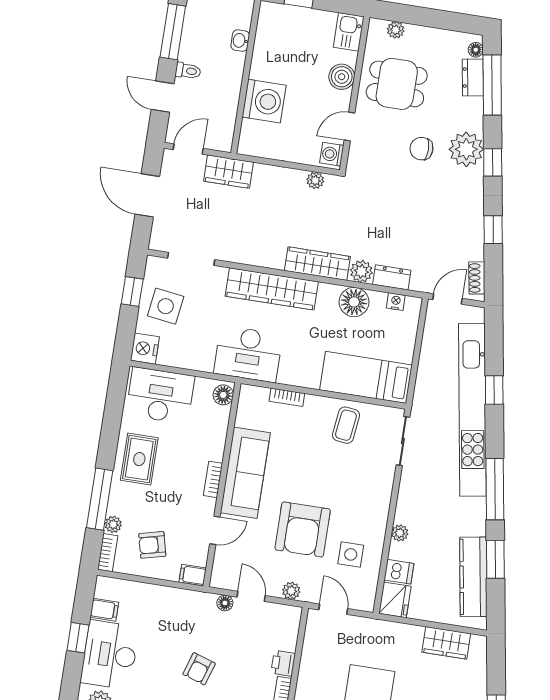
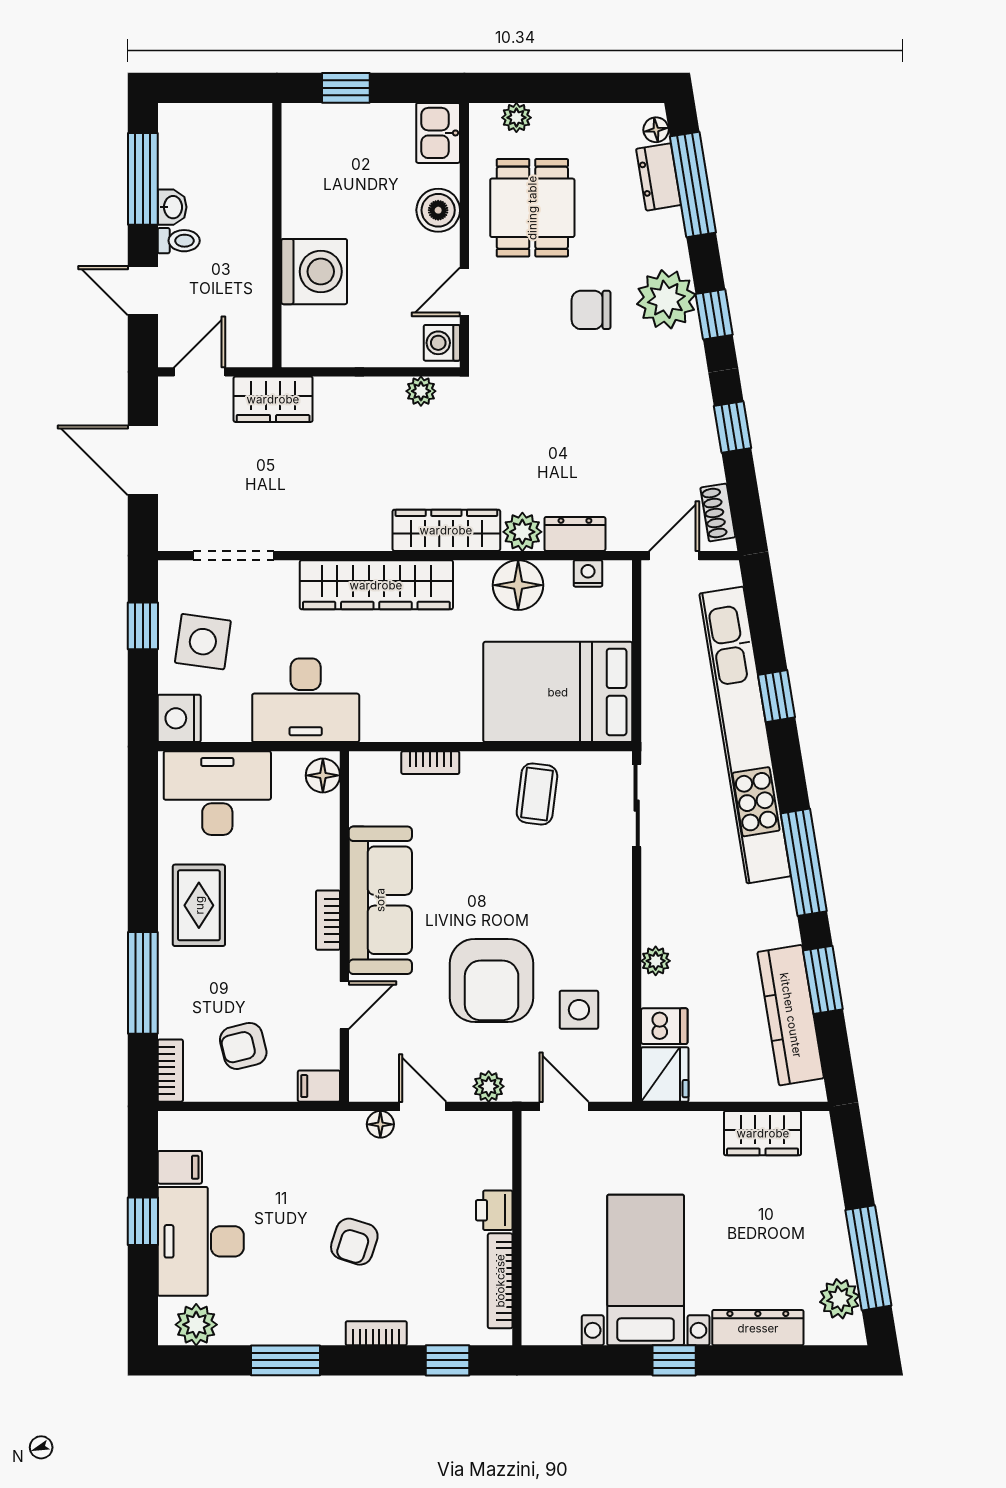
washbasin: (240, 41) -> (172, 207), moved, turned 180
dining table: (397, 84) -> (532, 208), turned 90
desk: (248, 354) -> (306, 700), moved
bed: (366, 377) -> (558, 692), width x1.50
plant: (113, 524) -> (172, 1022), removed

